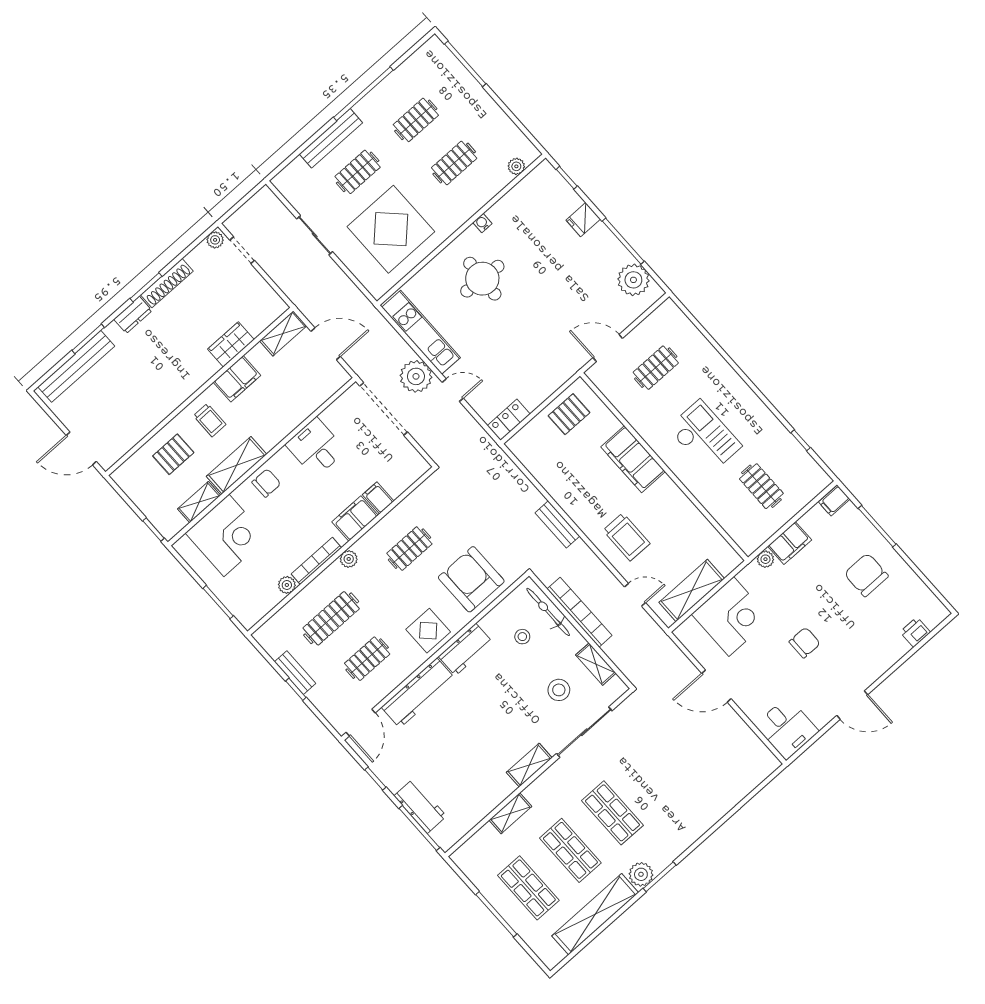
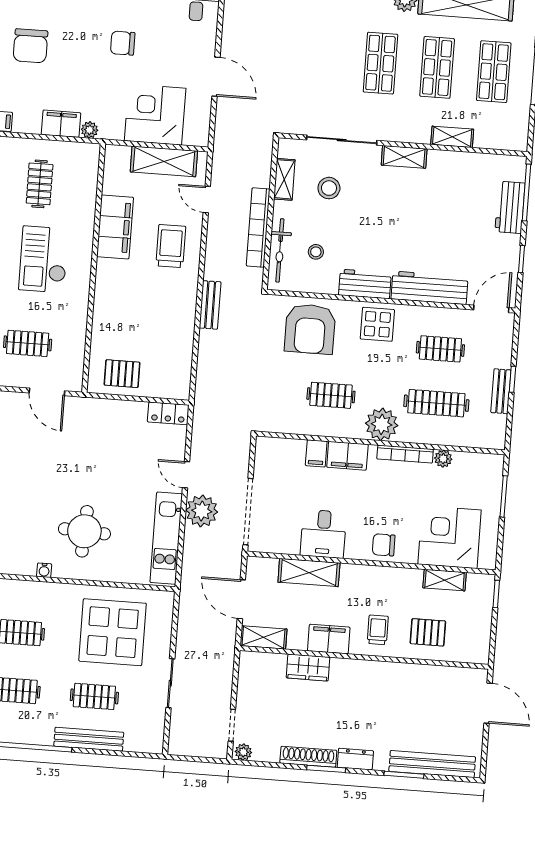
filing cabinet: (633, 459) -> (115, 227), moved
shelving: (237, 465) -> (309, 573), moved
plant: (349, 559) -> (382, 424), width x1.88, depth x1.88

